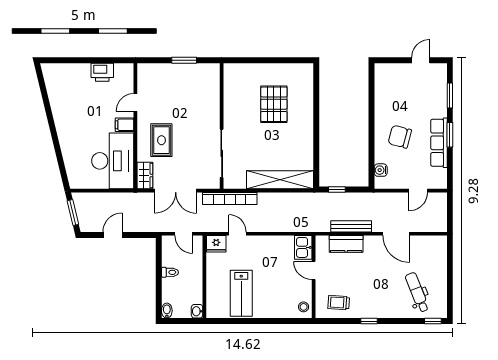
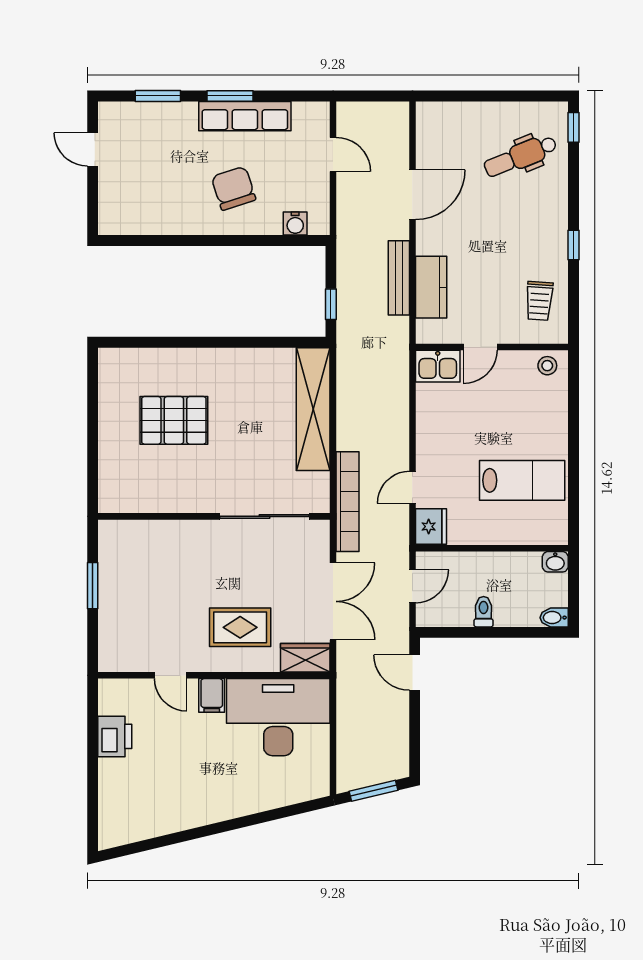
chair: (400, 137) -> (234, 188), turned 147
door: (113, 235) -> (415, 673), moved

